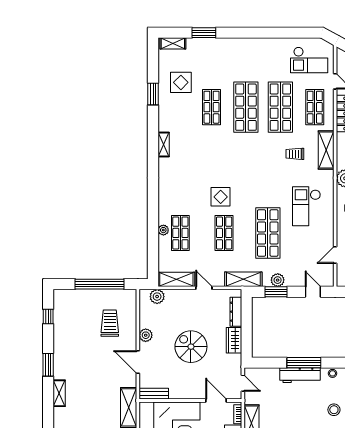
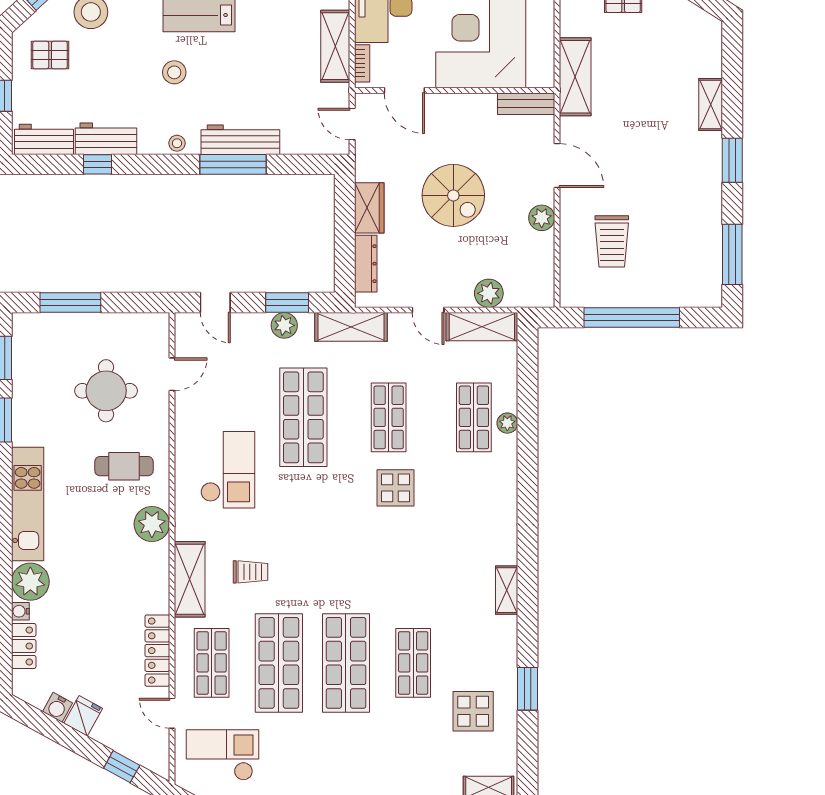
plant: (157, 297) -> (489, 293), moved
window: (48, 316) -> (732, 254), width x2.17

